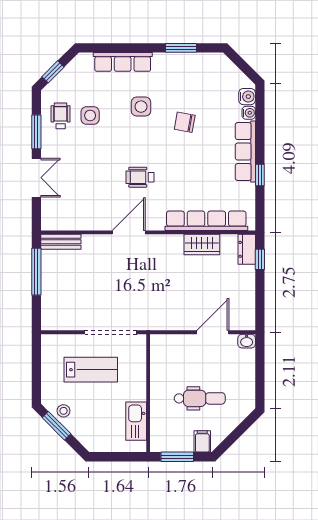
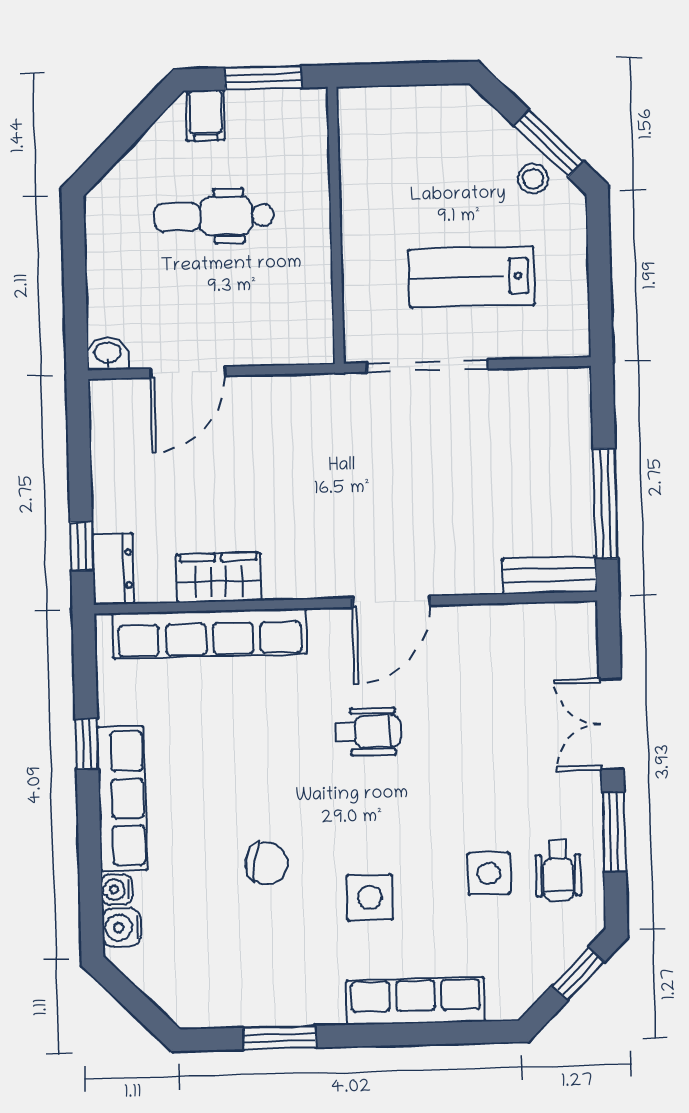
kitchen sink: (136, 421) -> (362, 159), removed

